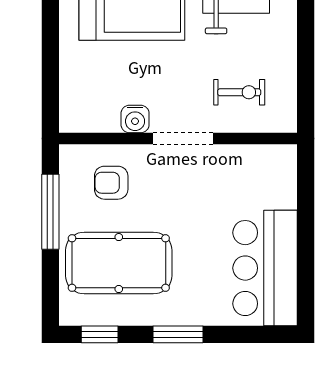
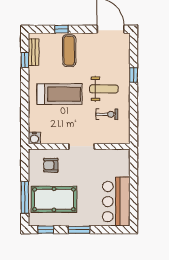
exercise bike: (239, 92) -> (107, 114), moved
water cooler: (135, 119) -> (34, 138), moved
window: (50, 212) -> (25, 197), moved

